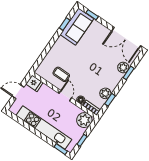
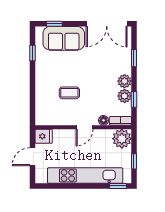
sofa: (77, 27) -> (64, 38), moved, turned 90
plant: (123, 67) -> (124, 81), moved
coffee table: (61, 74) -> (69, 93), moved
door: (65, 96) -> (84, 127), swing flipped

